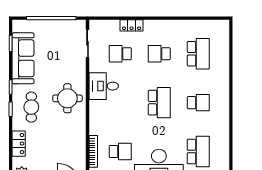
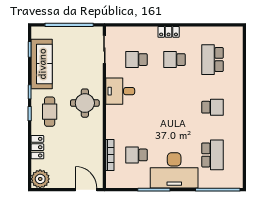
locker: (132, 25) -> (169, 32), moved
school desk: (198, 54) -> (212, 60), turned 180
school desk: (159, 103) -> (174, 107), removed
school desk: (120, 152) -> (136, 155), turned 180

